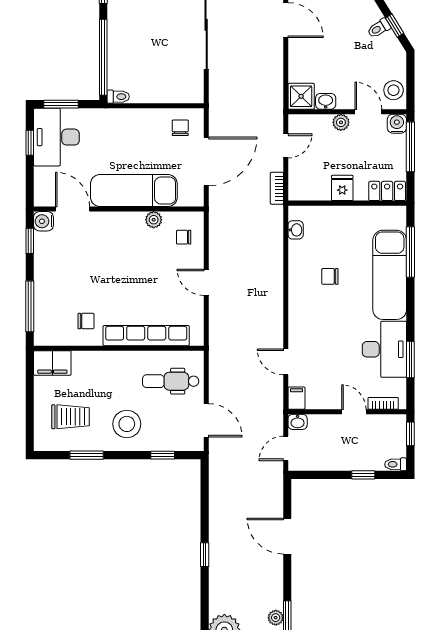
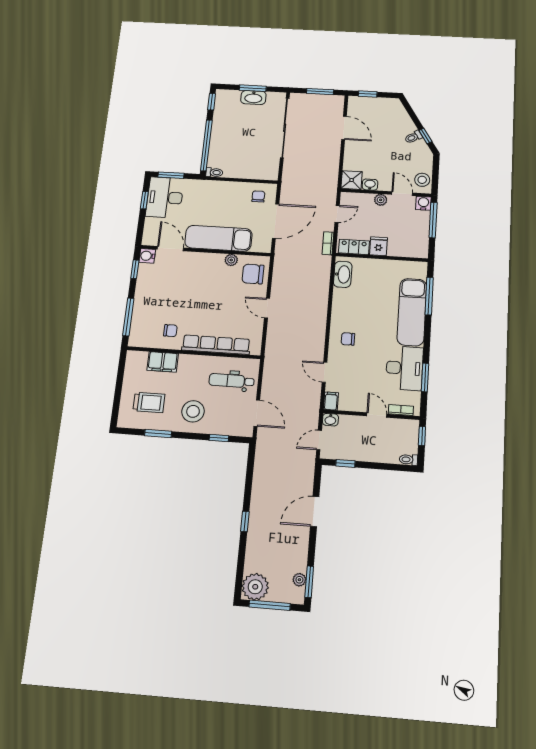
locker: (387, 191) -> (354, 247), moved
washbasin: (296, 230) -> (343, 274), width x1.91, depth x1.45
chair: (184, 237) -> (253, 274), width x1.87, depth x1.87
chair: (330, 276) -> (348, 339), moved
filing cabinet: (52, 363) -> (163, 362), moved
window: (363, 475) -> (345, 463), moved
door: (287, 536) -> (315, 511), hinge flipped

